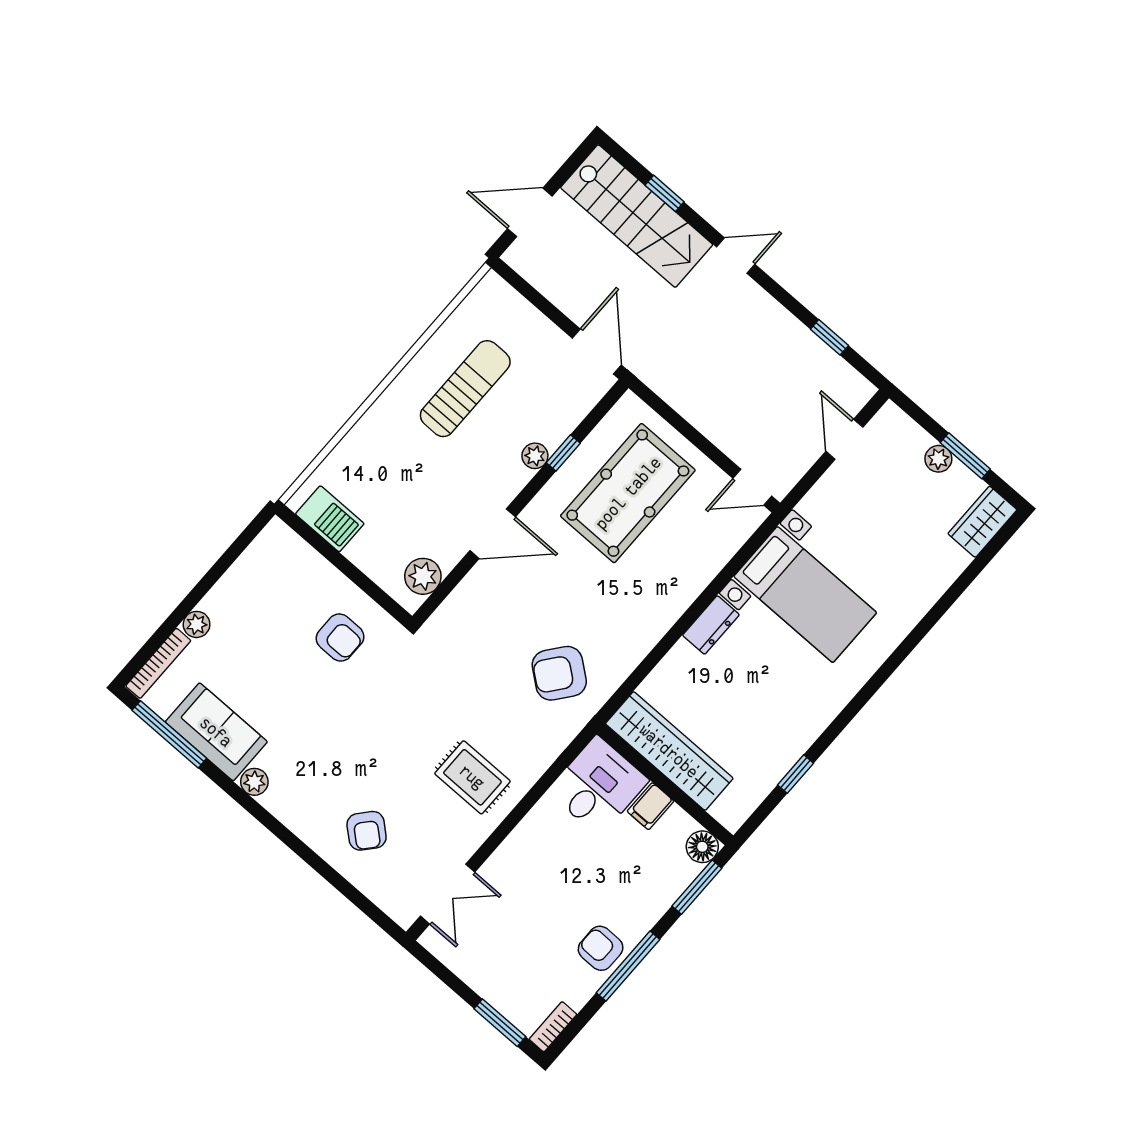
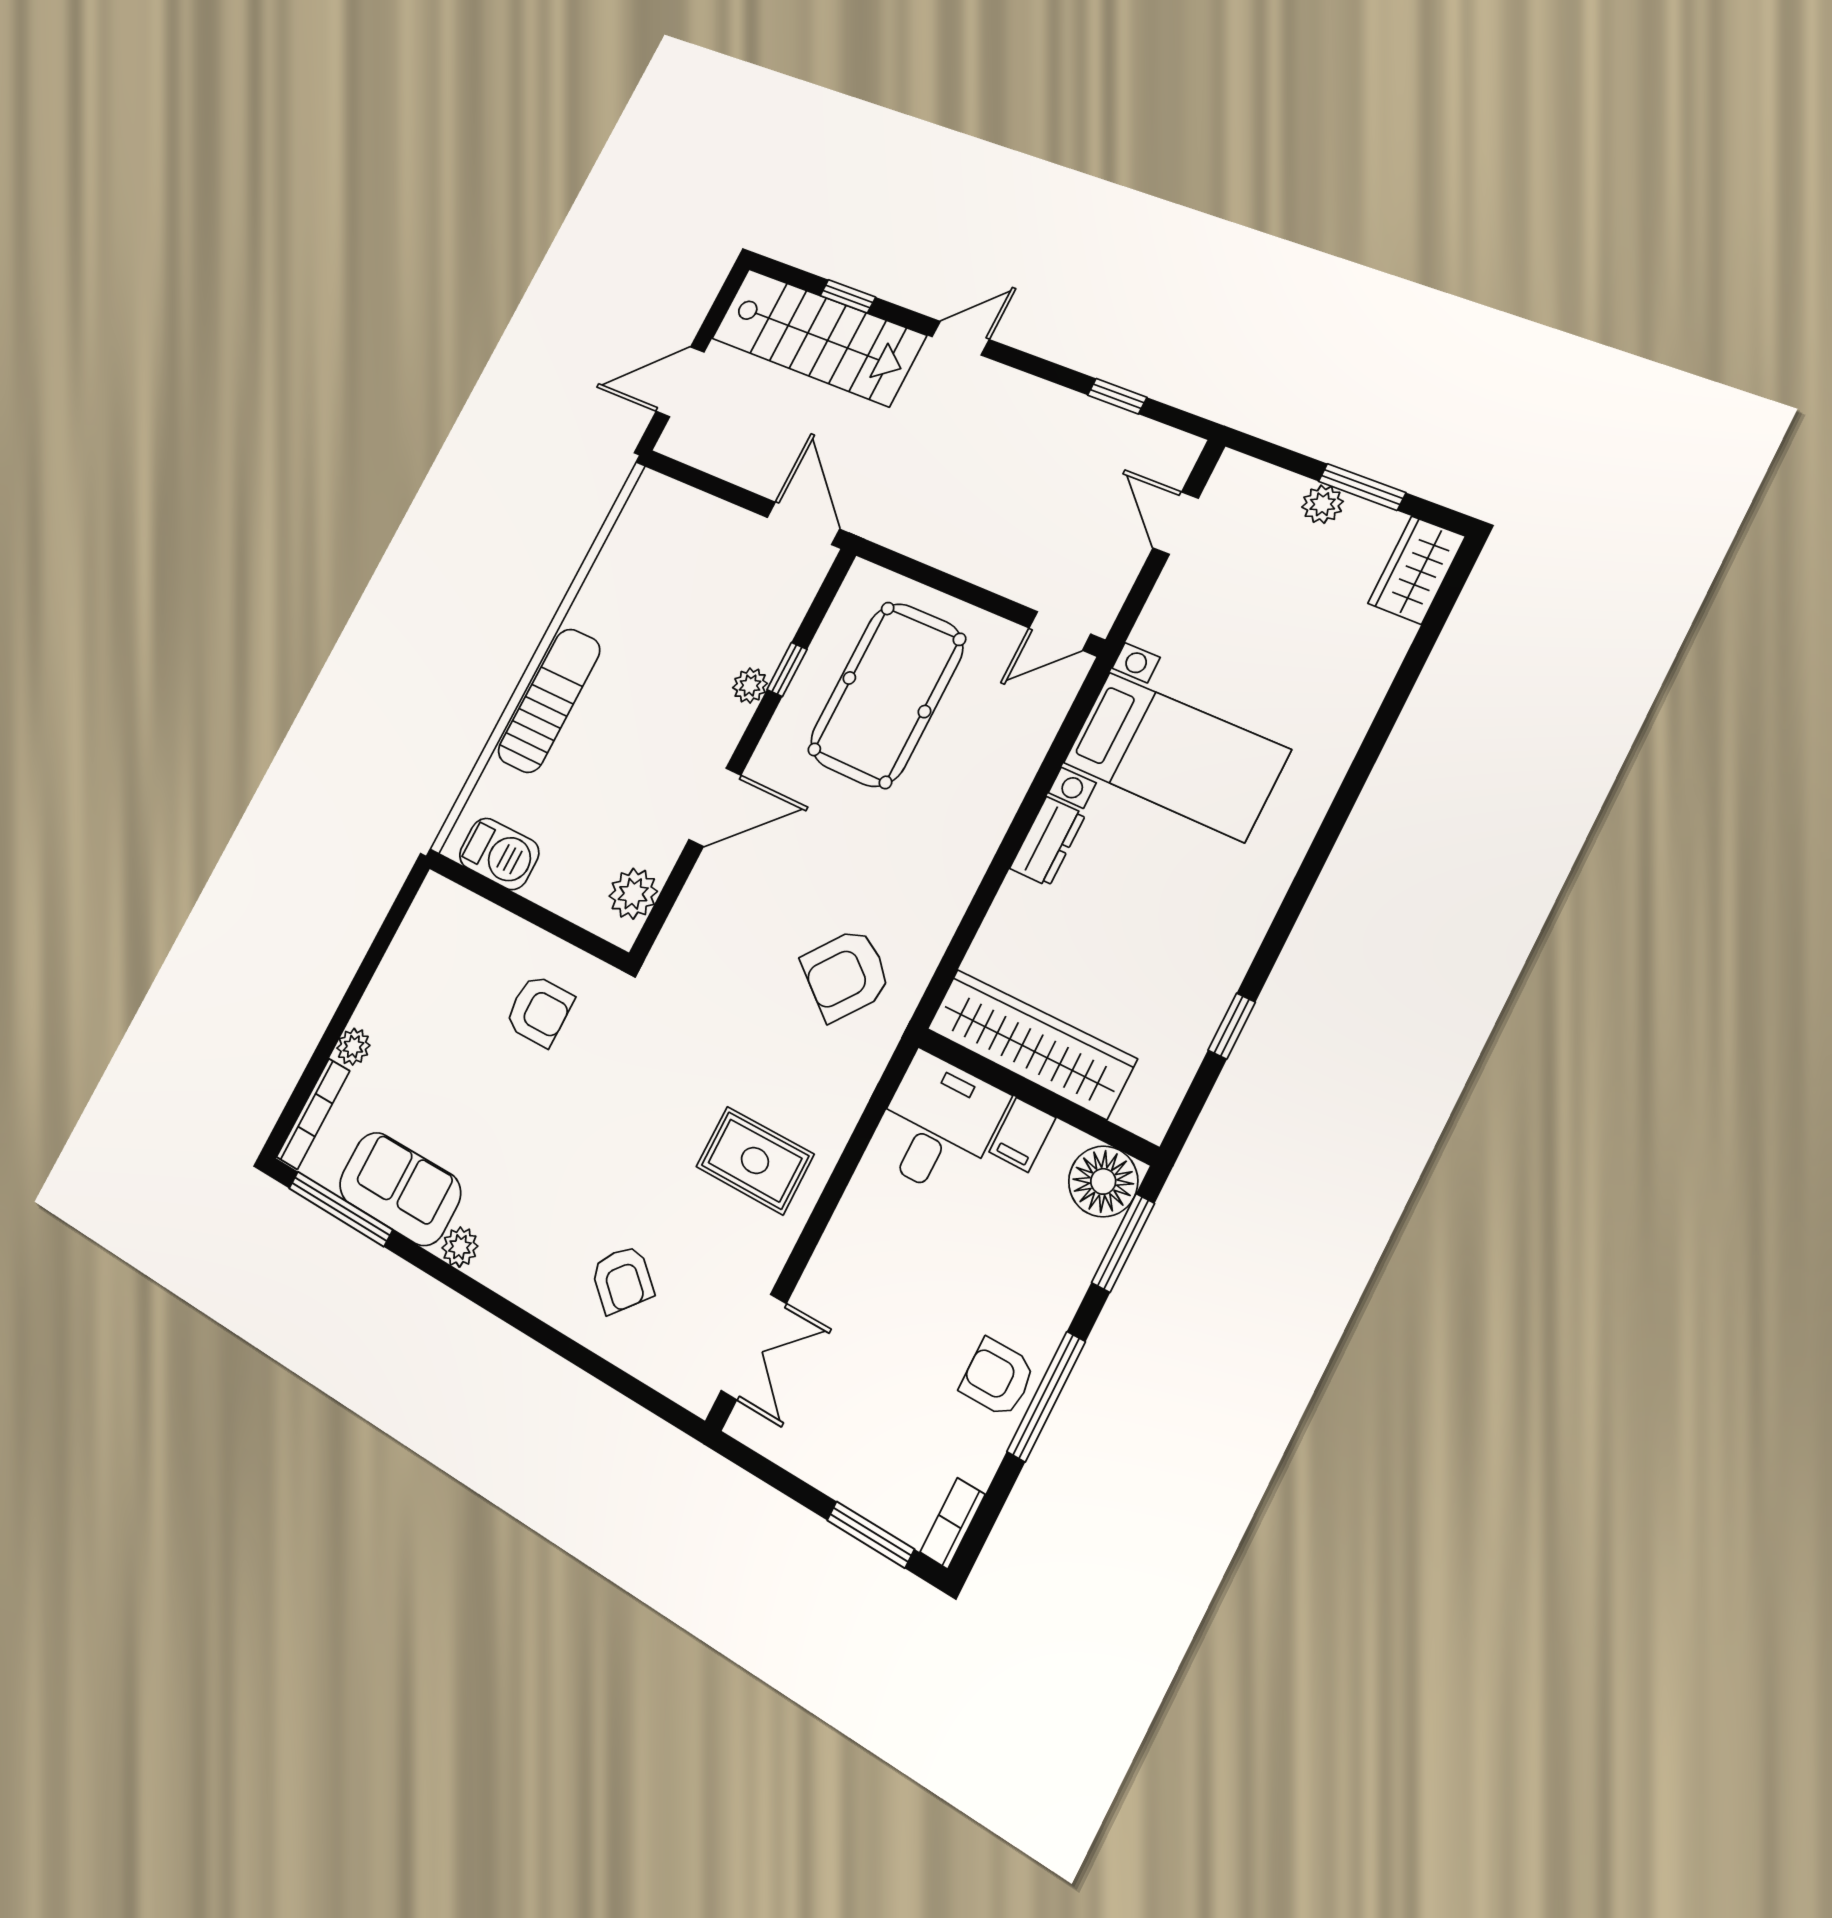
sun lounger: (465, 389) -> (549, 701), moved
floor lamp: (702, 847) -> (1103, 1181), width x1.38, depth x1.38

